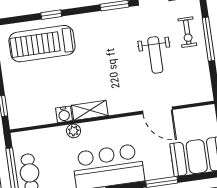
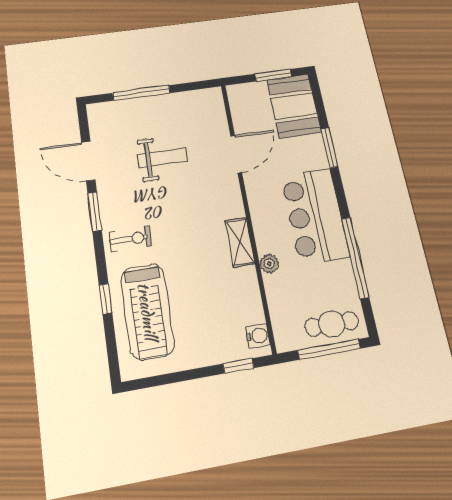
exercise bike: (187, 32) -> (131, 239), moved
water cooler: (64, 114) -> (258, 336), moved

